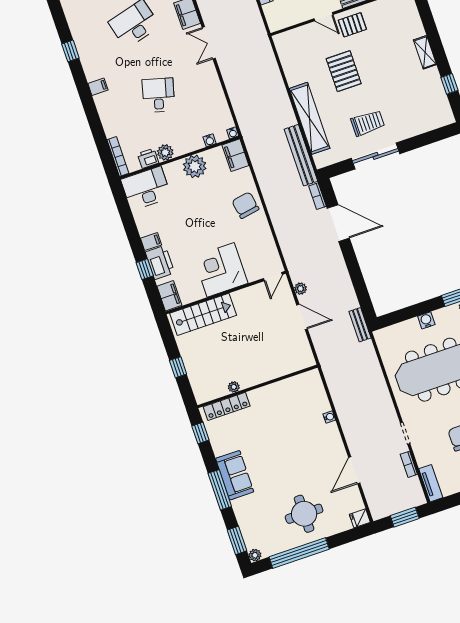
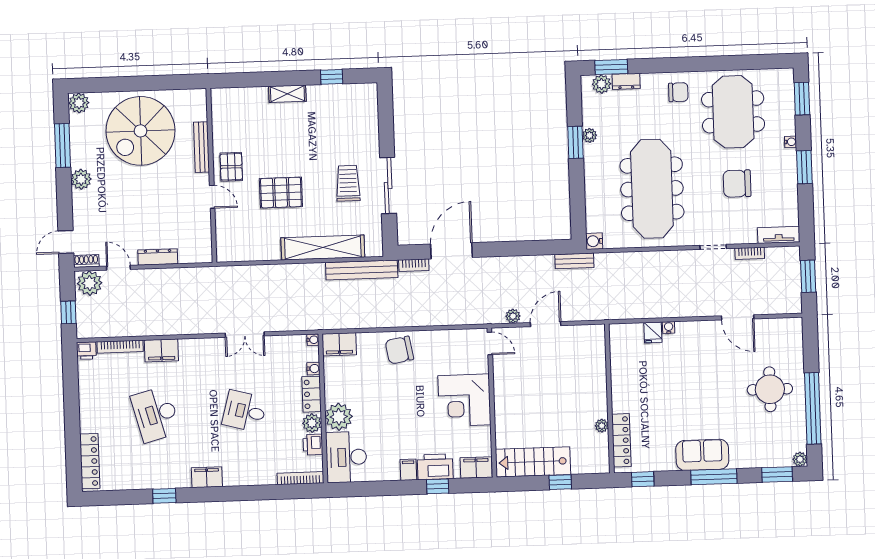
door: (323, 17) -> (212, 197), hinge flipped
double door: (209, 43) -> (245, 335), moved
filing cabinet: (98, 87) -> (207, 477), width x2.00
locker: (188, 145) -> (312, 394), added
plant: (195, 166) -> (339, 417), moved
stairs: (203, 314) -> (533, 462), moved, turned -90
water cooler: (426, 320) -> (594, 241), moved
fridge: (360, 518) -> (653, 332), moved

